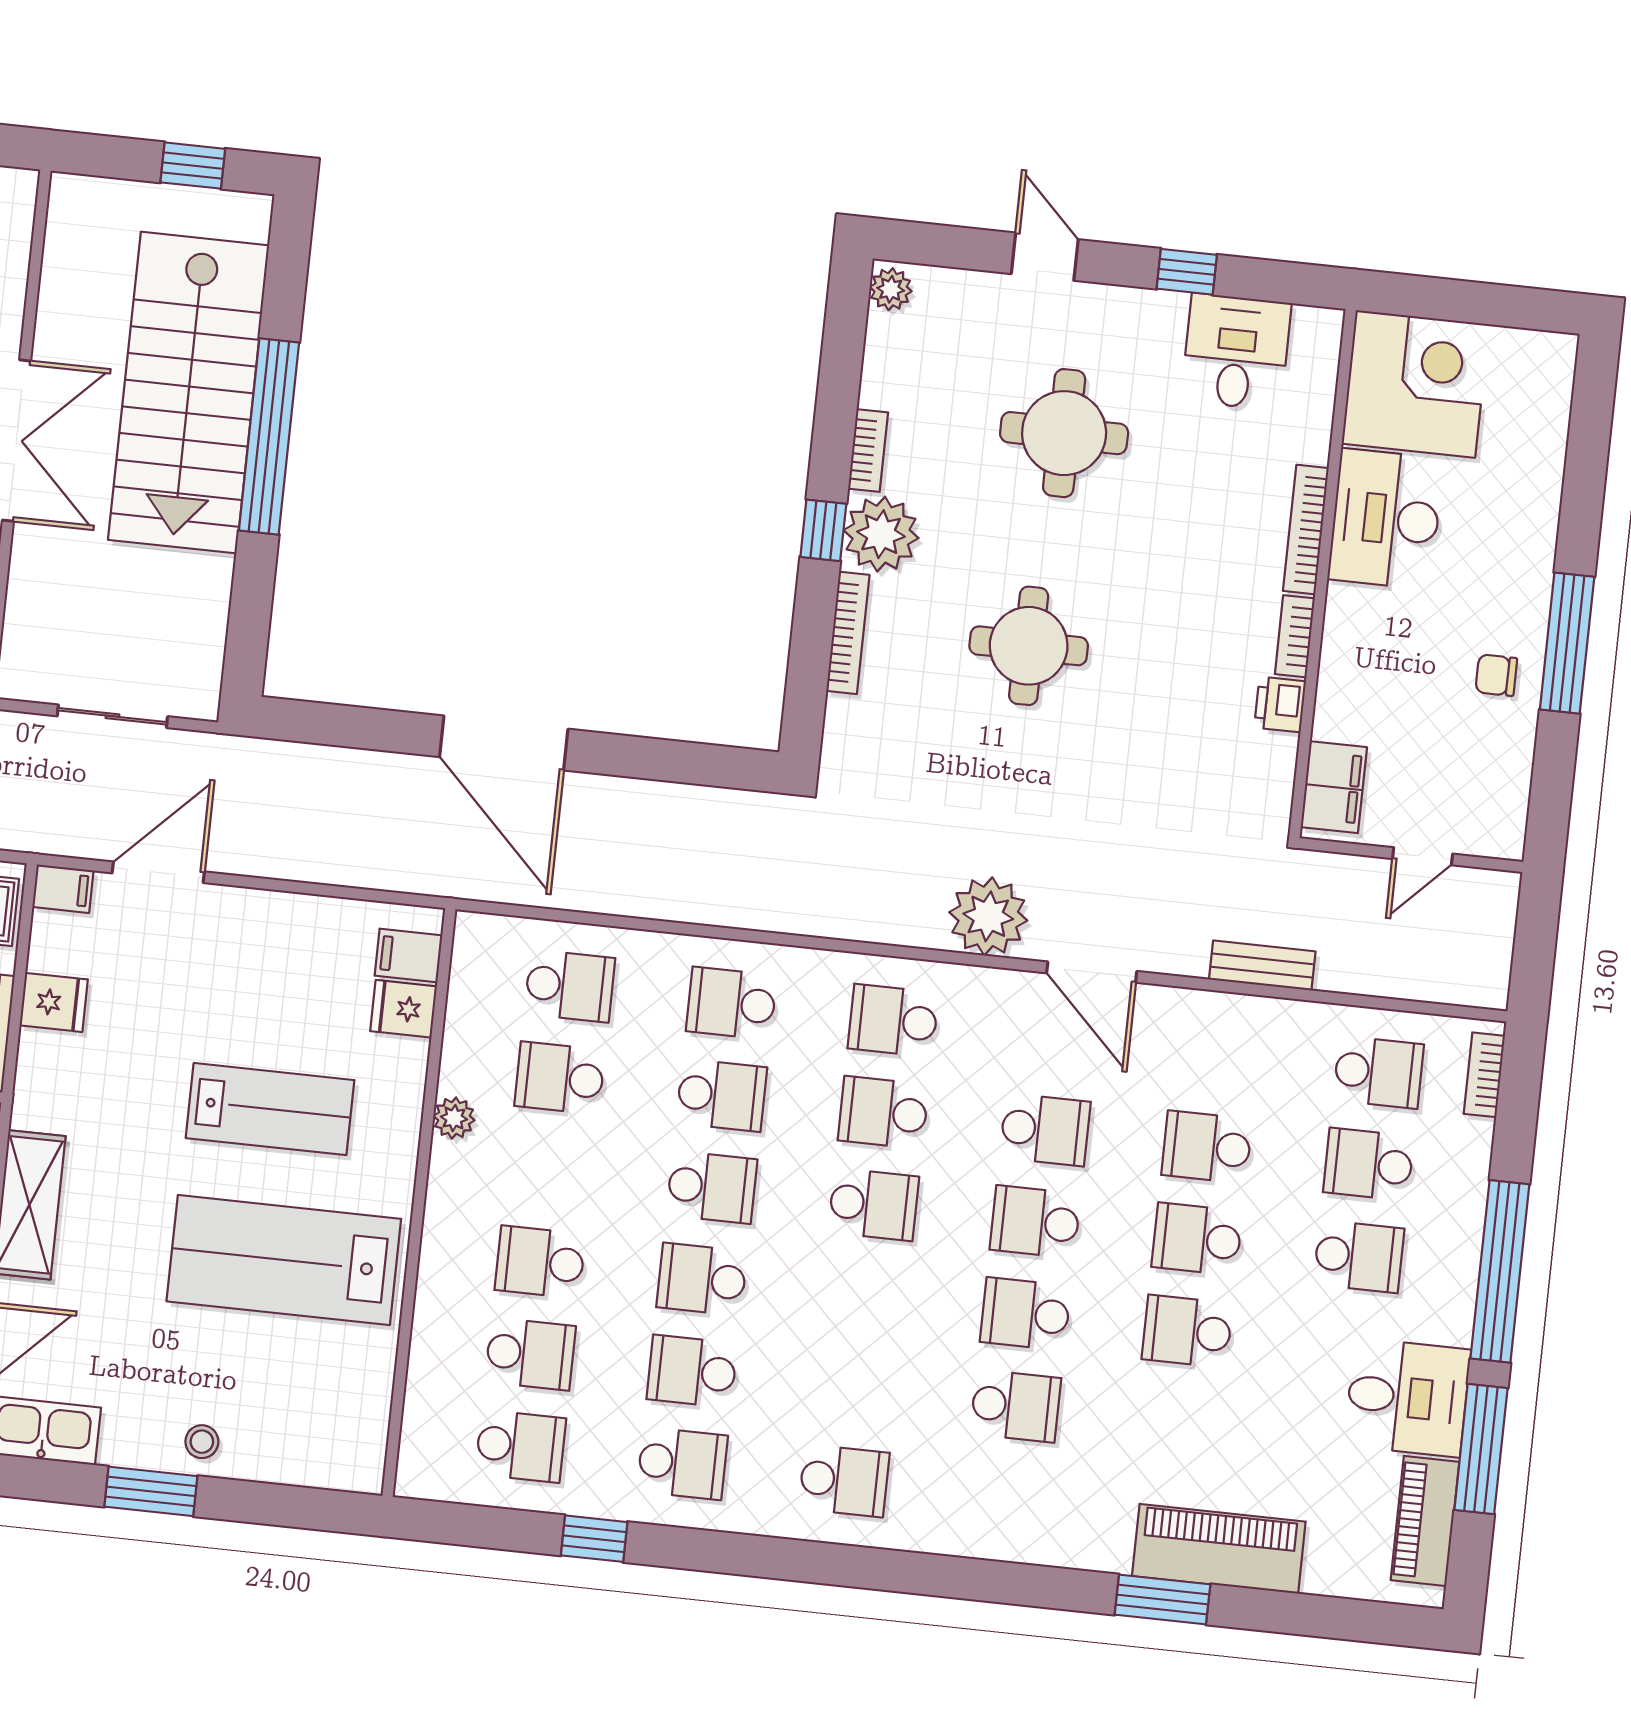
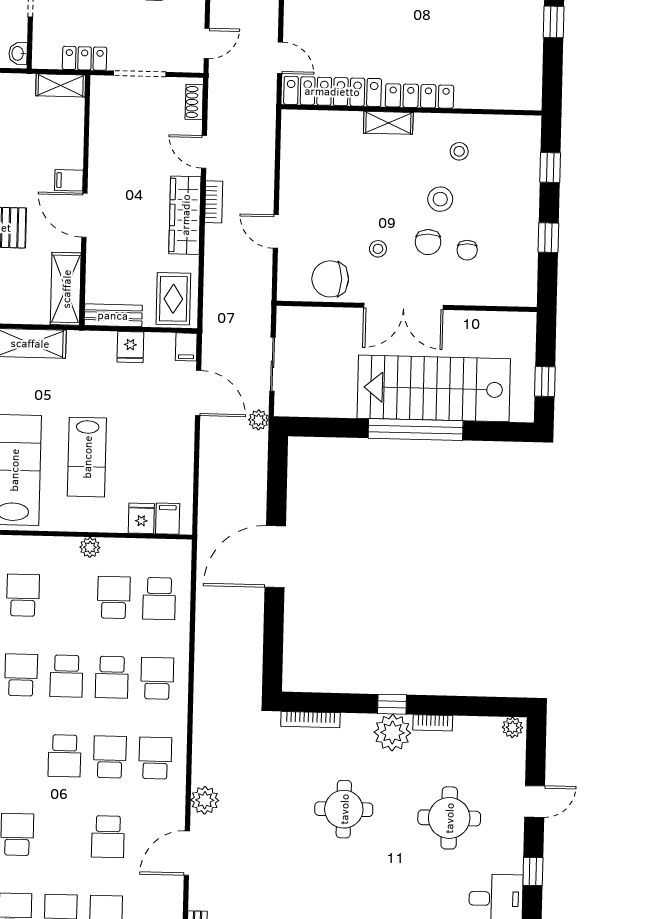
bookcase: (848, 633) -> (310, 720), moved
plant: (223, 754) -> (259, 420), added
plant: (988, 916) -> (205, 800), width x0.73, depth x0.73
school desk: (1035, 1222) -> (63, 836), removed

